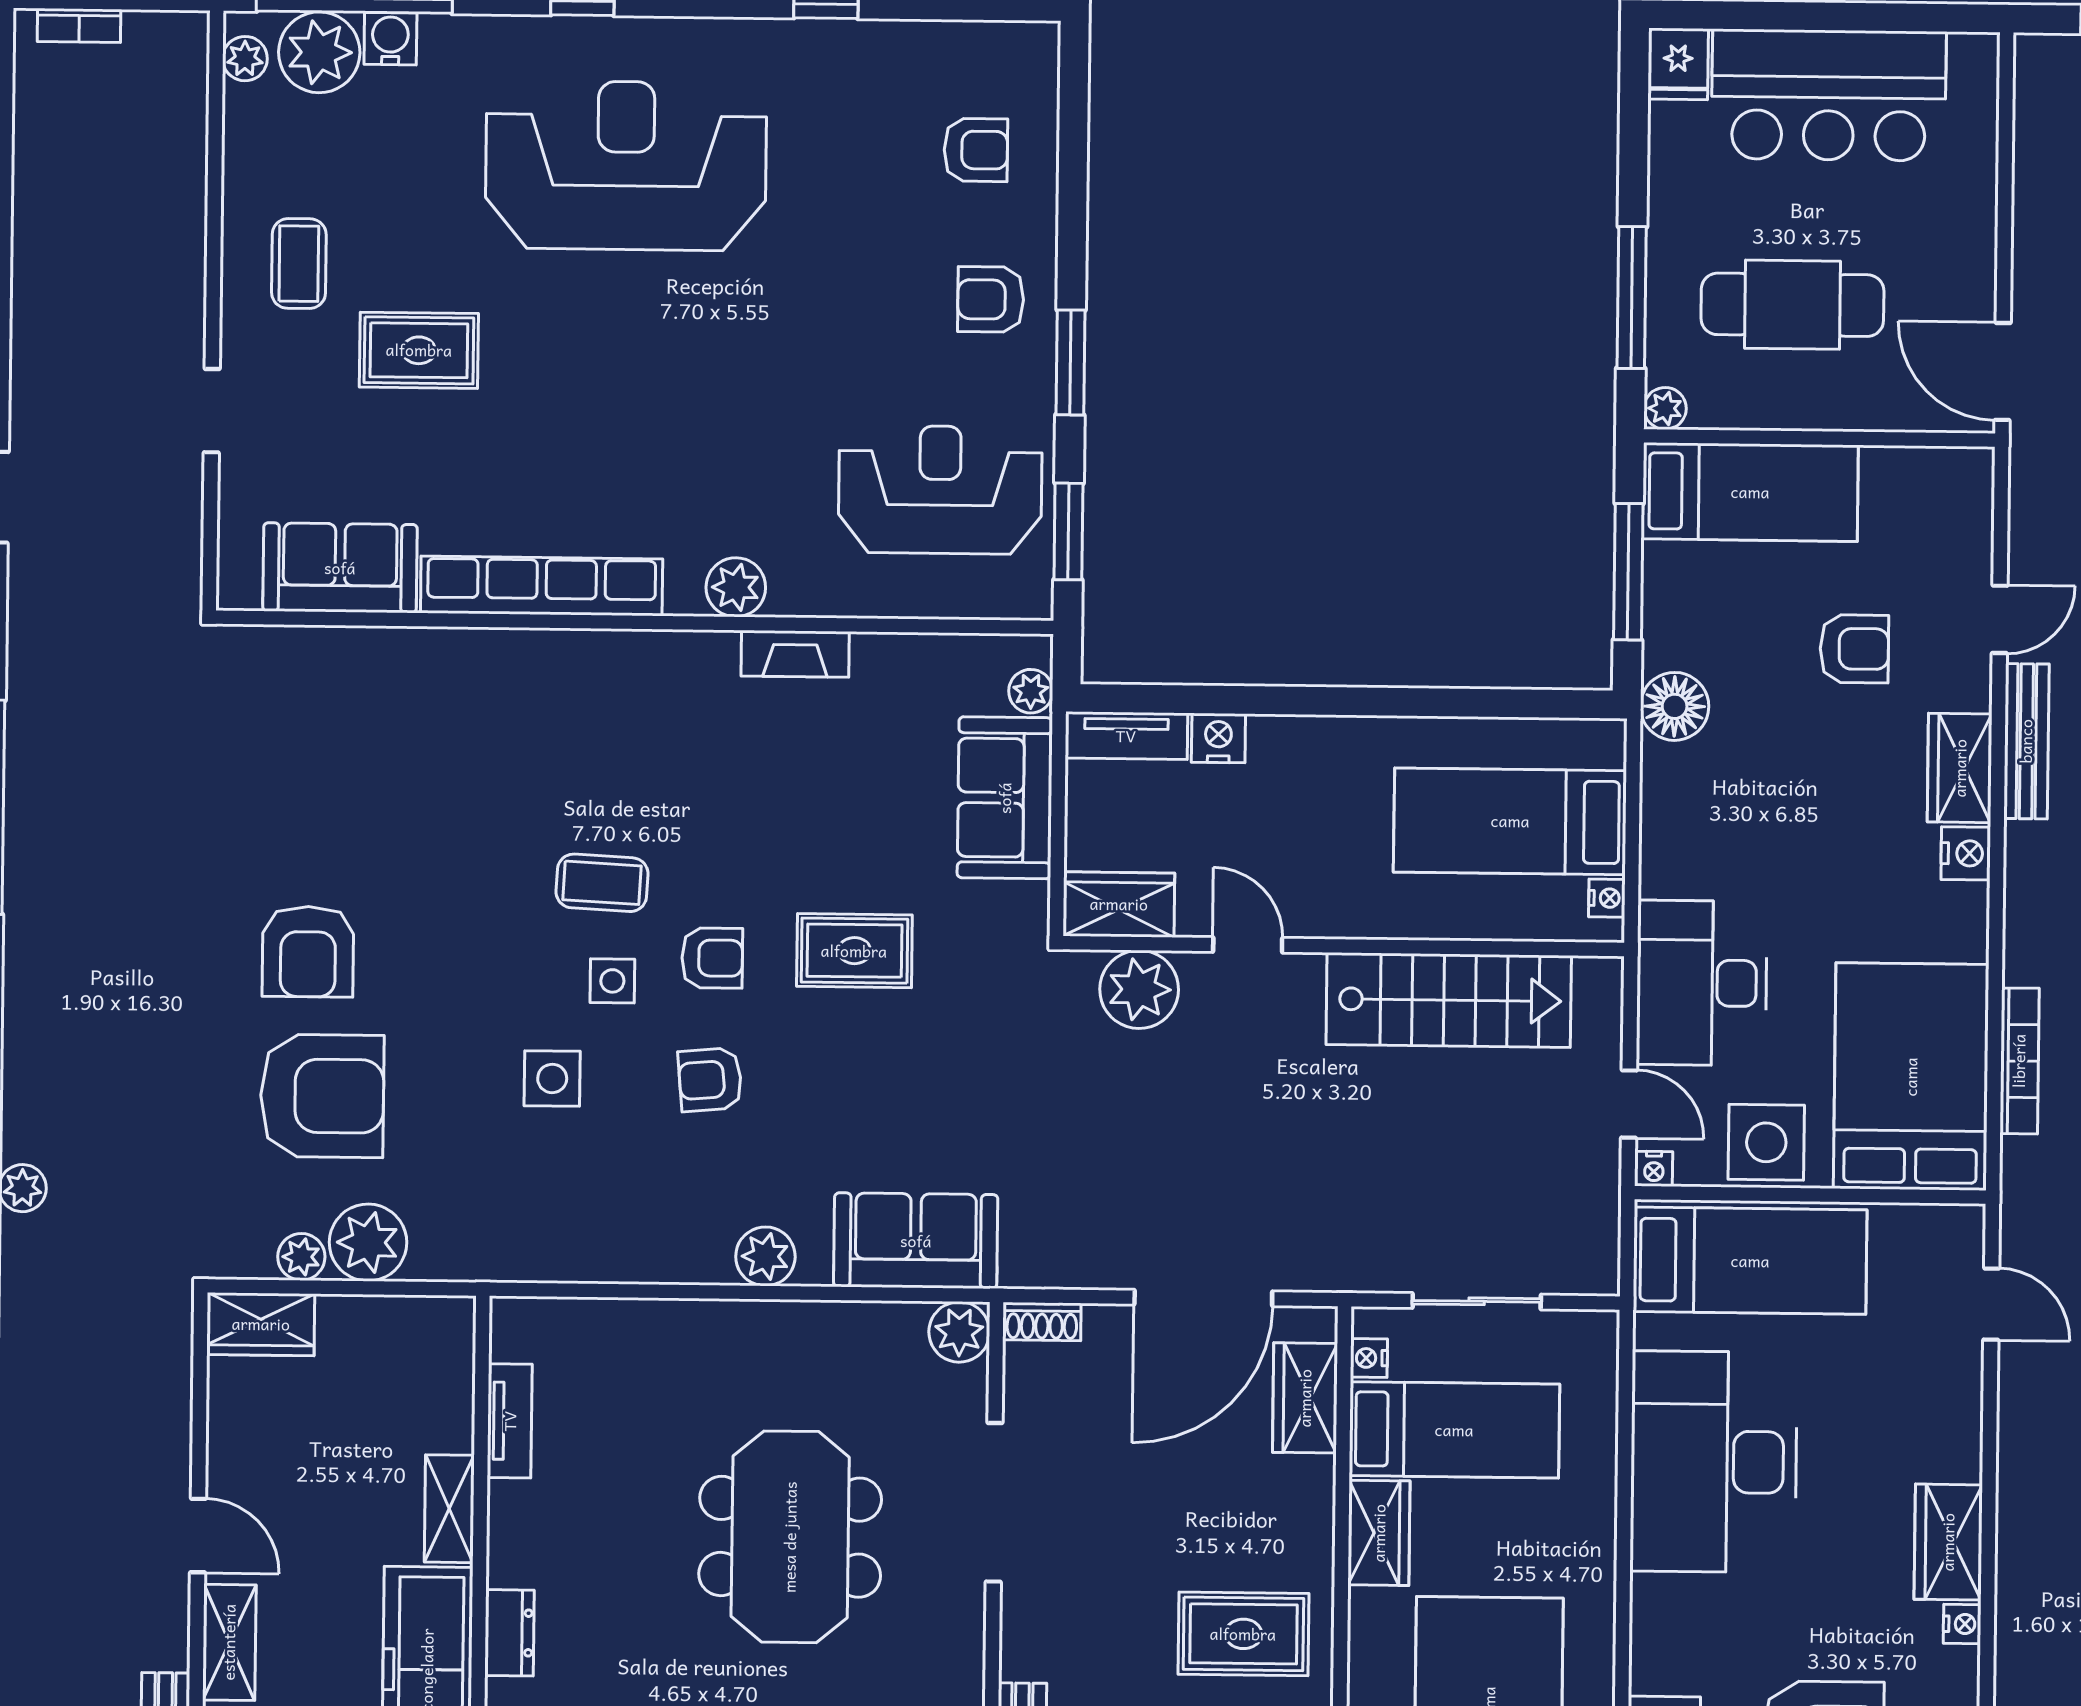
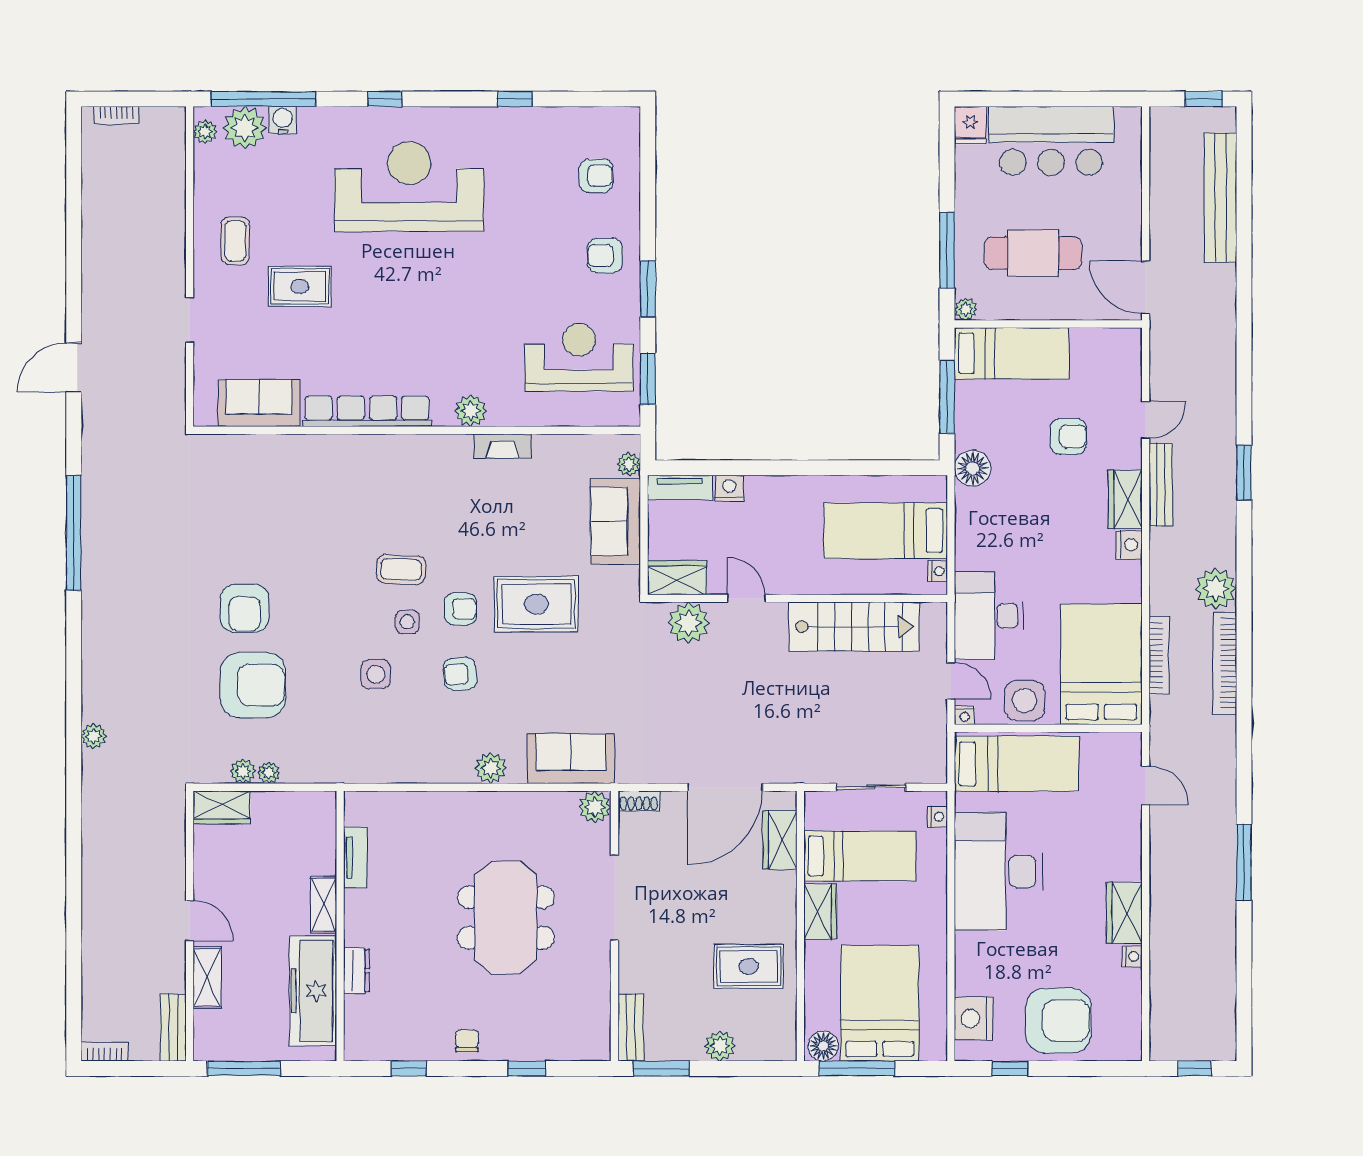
rug: (854, 951) -> (536, 604), width x1.36, depth x1.43
plant: (368, 1243) -> (269, 773), width x0.53, depth x0.53
nightstand: (1369, 1358) -> (938, 817), moved, turned 180

